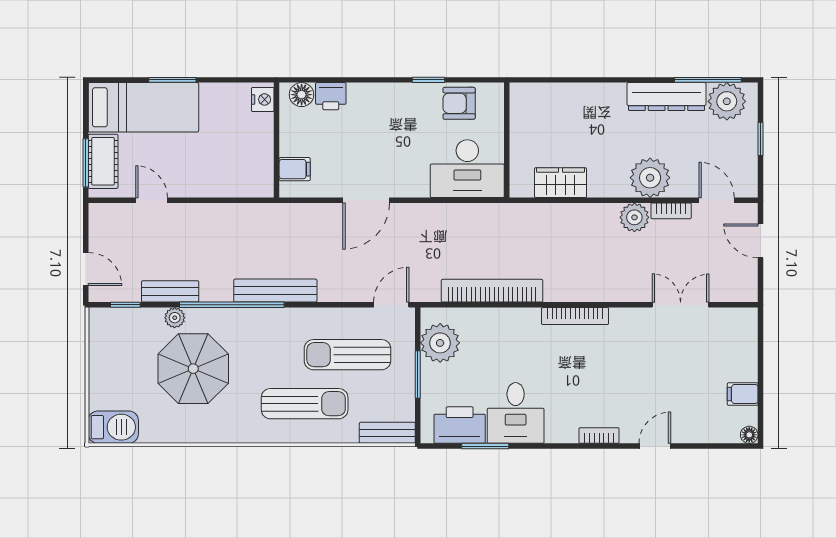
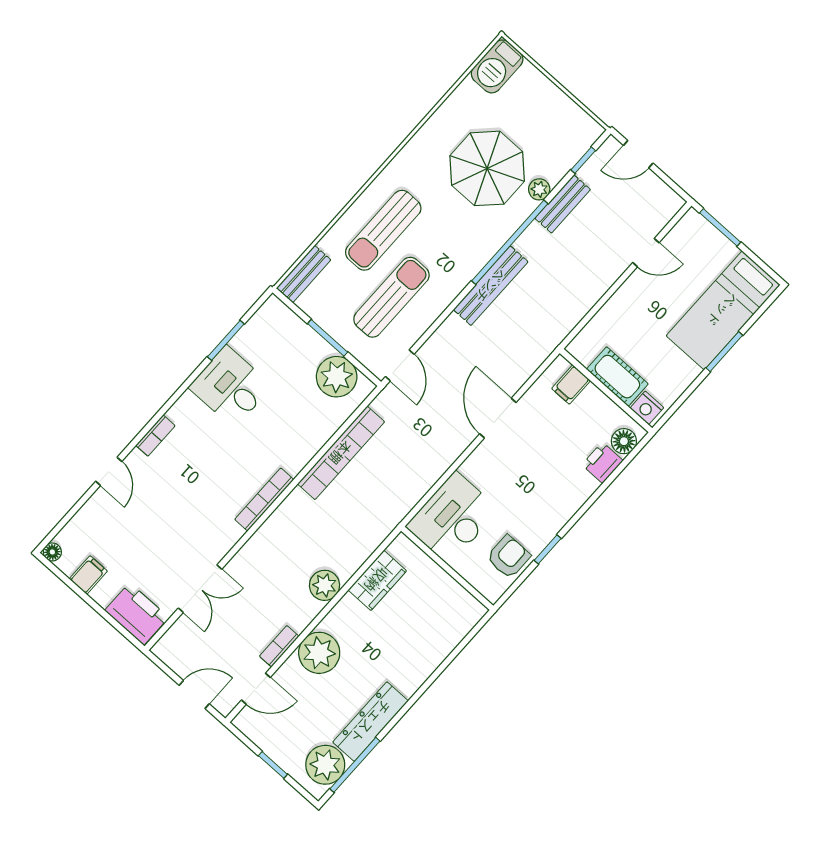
cot: (103, 161) -> (617, 377), moved
plant: (634, 217) -> (325, 585), moved
printer: (460, 425) -> (137, 614), moved, turned -90

